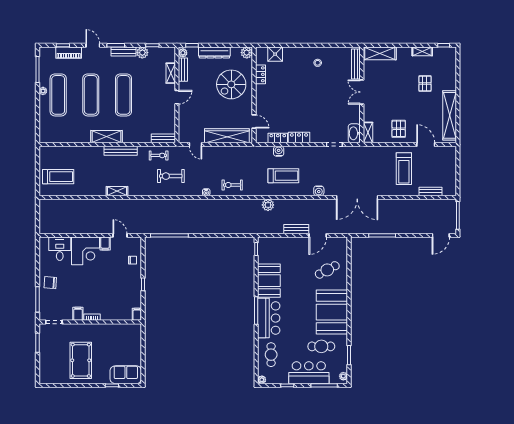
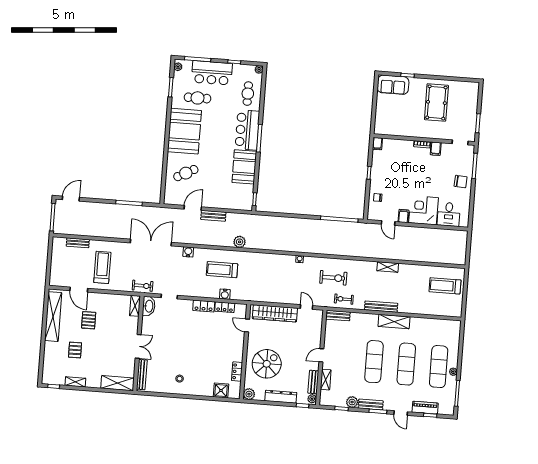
pallet: (399, 129) -> (89, 320), moved
exercise bike: (232, 185) -> (143, 286), moved

